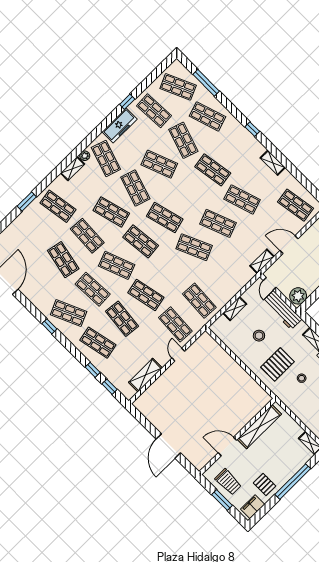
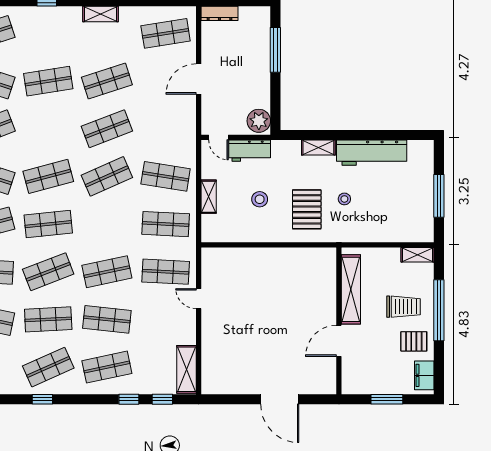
shelving: (262, 261) -> (188, 122), removed
shop shelf: (223, 277) -> (166, 176), added
workbench: (282, 310) -> (250, 151), width x0.73
shelving: (145, 375) -> (186, 369), moved
trolley: (228, 482) -> (403, 307), moved

